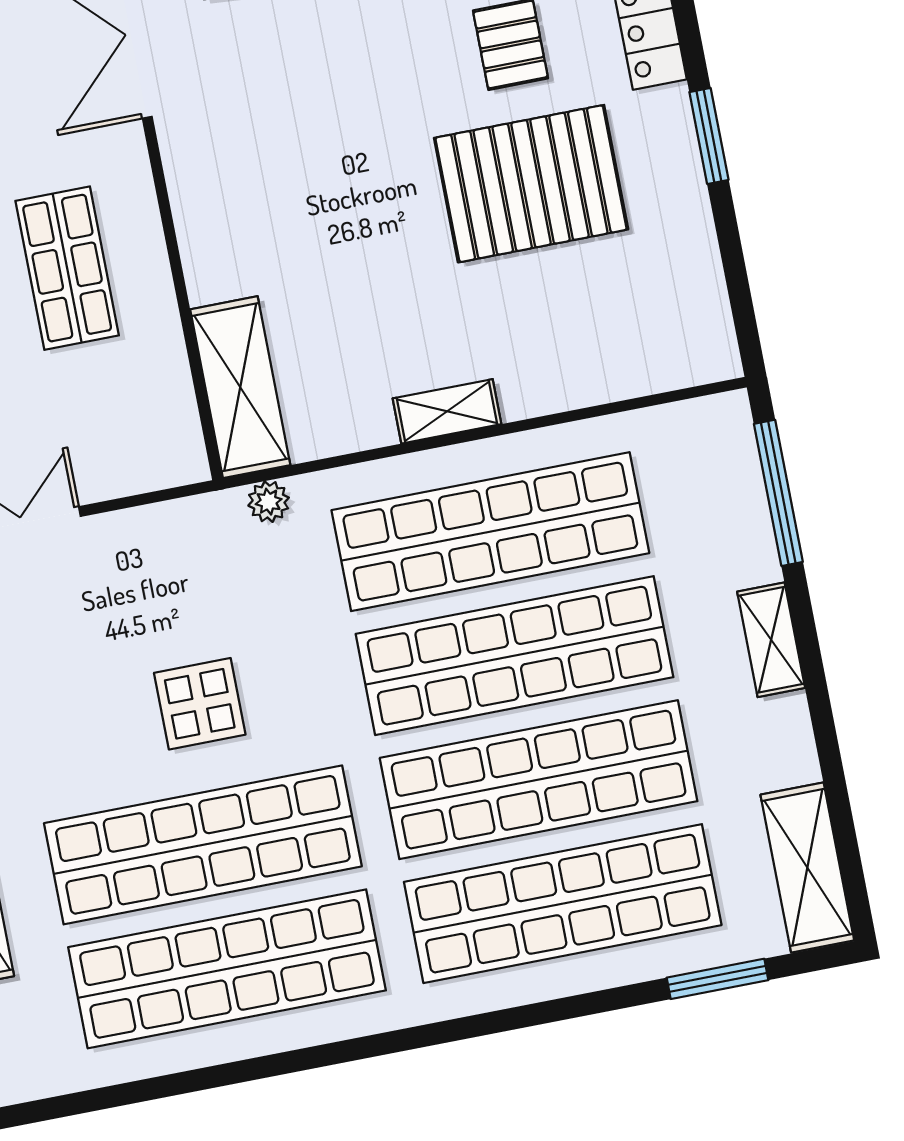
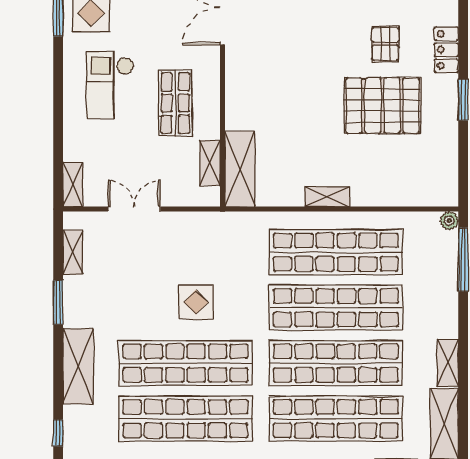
shelving: (171, 386) -> (210, 163), added
plant: (269, 502) -> (449, 221), moved
shelving: (771, 640) -> (448, 363), moved

